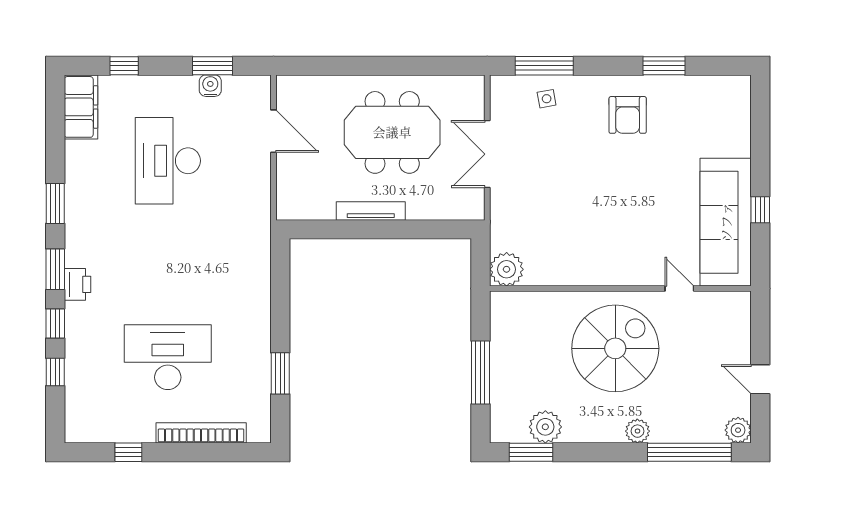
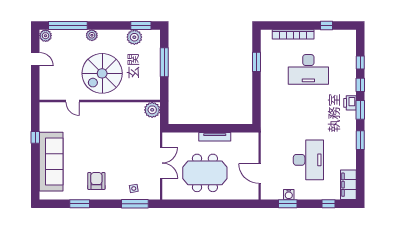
sofa: (726, 222) -> (51, 162), moved

